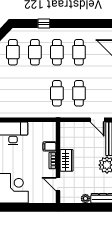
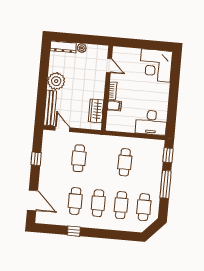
window: (44, 24) -> (74, 231), moved
cafe table: (57, 93) -> (125, 162), moved
wardrobe: (67, 160) -> (96, 111), moved

